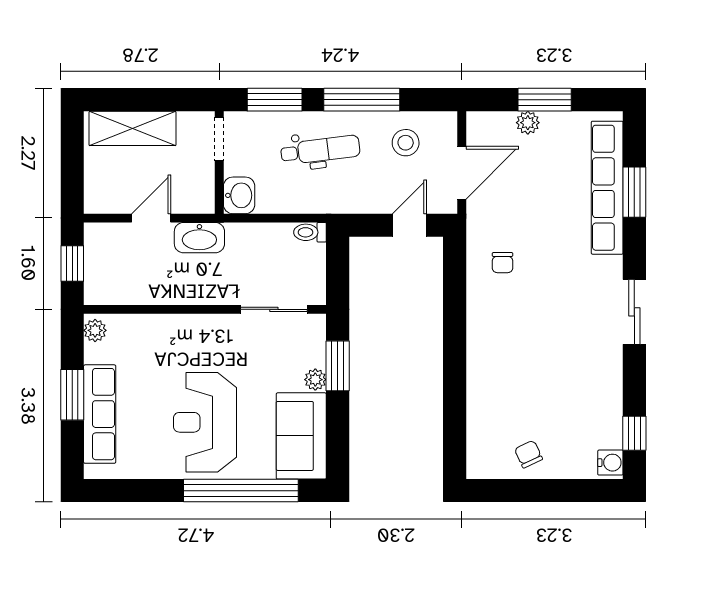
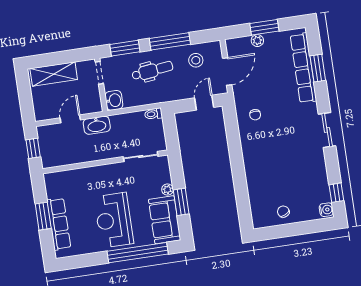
plant: (95, 330) -> (50, 181), removed
window: (338, 366) -> (181, 202), moved

